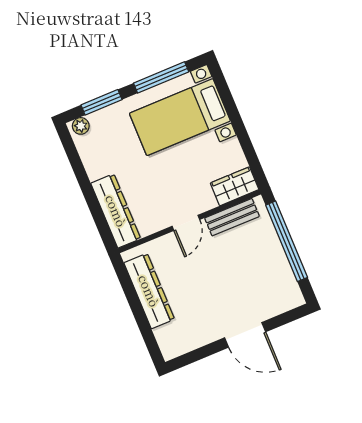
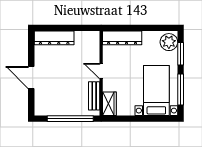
plant: (81, 126) -> (169, 42), width x1.87, depth x1.87
dresser: (149, 291) -> (54, 38), moved
door: (245, 335) -> (31, 78), hinge flipped

